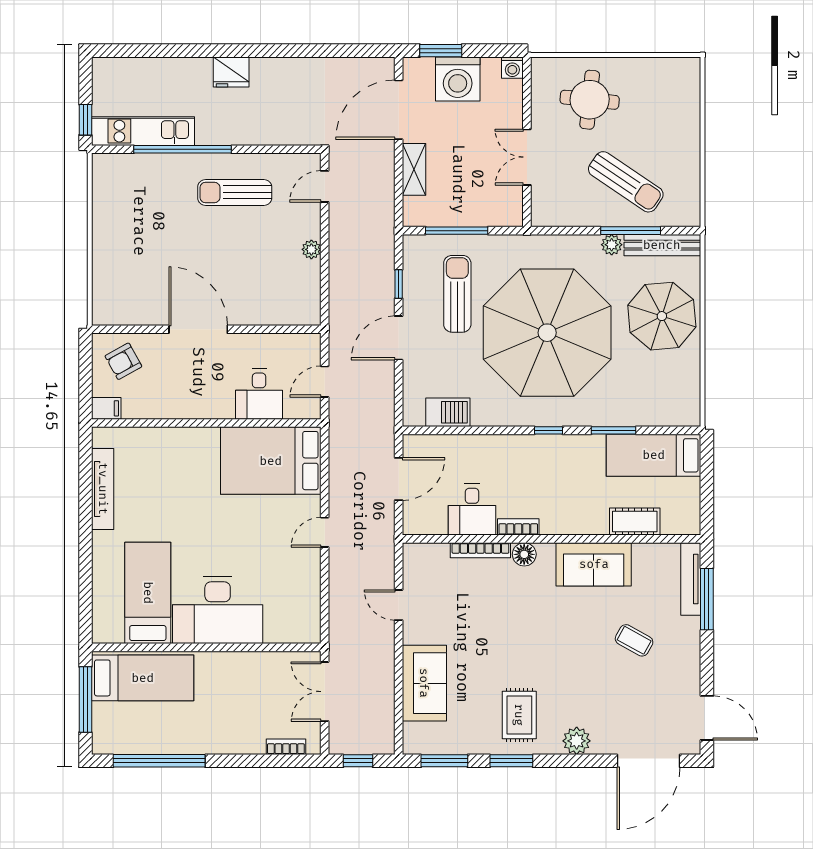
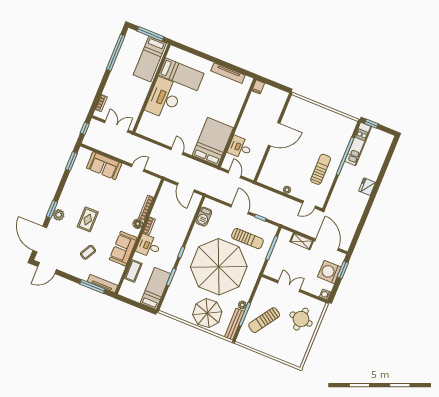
door: (325, 186) -> (309, 205), swing flipped
armchair: (123, 361) -> (273, 101), removed
desk: (472, 510) -> (149, 246), moved
rug: (519, 715) -> (88, 219), moved, turned 90
window: (511, 761) -> (52, 209), moved

